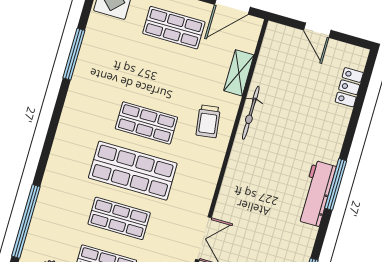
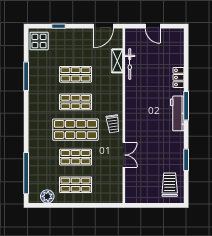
shop shelf: (174, 28) -> (76, 74), moved
locker: (349, 87) -> (178, 77), moved
bicycle: (251, 113) -> (130, 64), moved
trolley: (208, 121) -> (113, 124), moved

